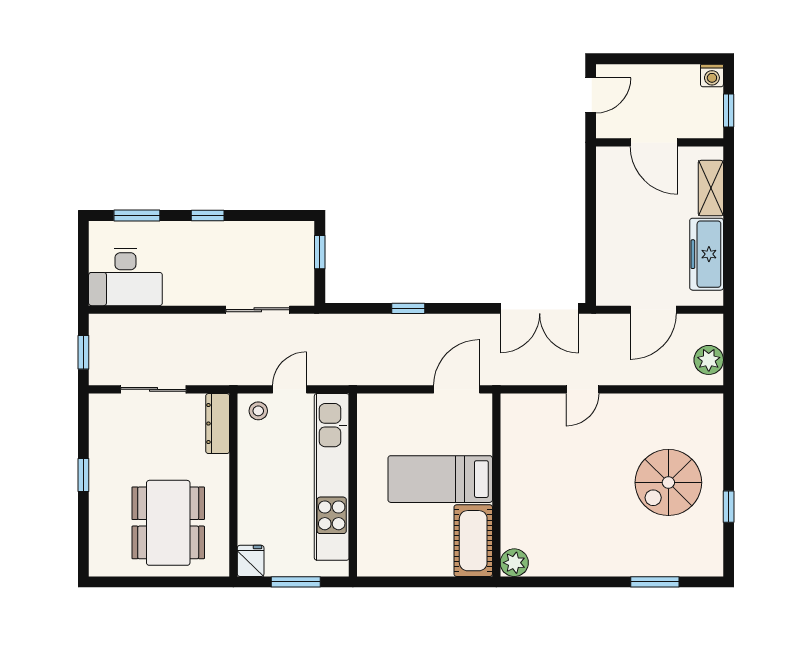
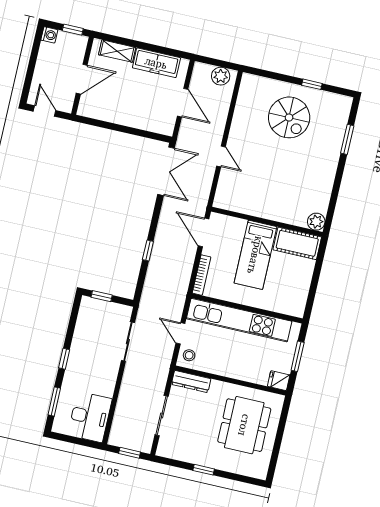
bookcase: (389, 402) -> (202, 275), added
dining table: (168, 523) -> (244, 425), turned 90

